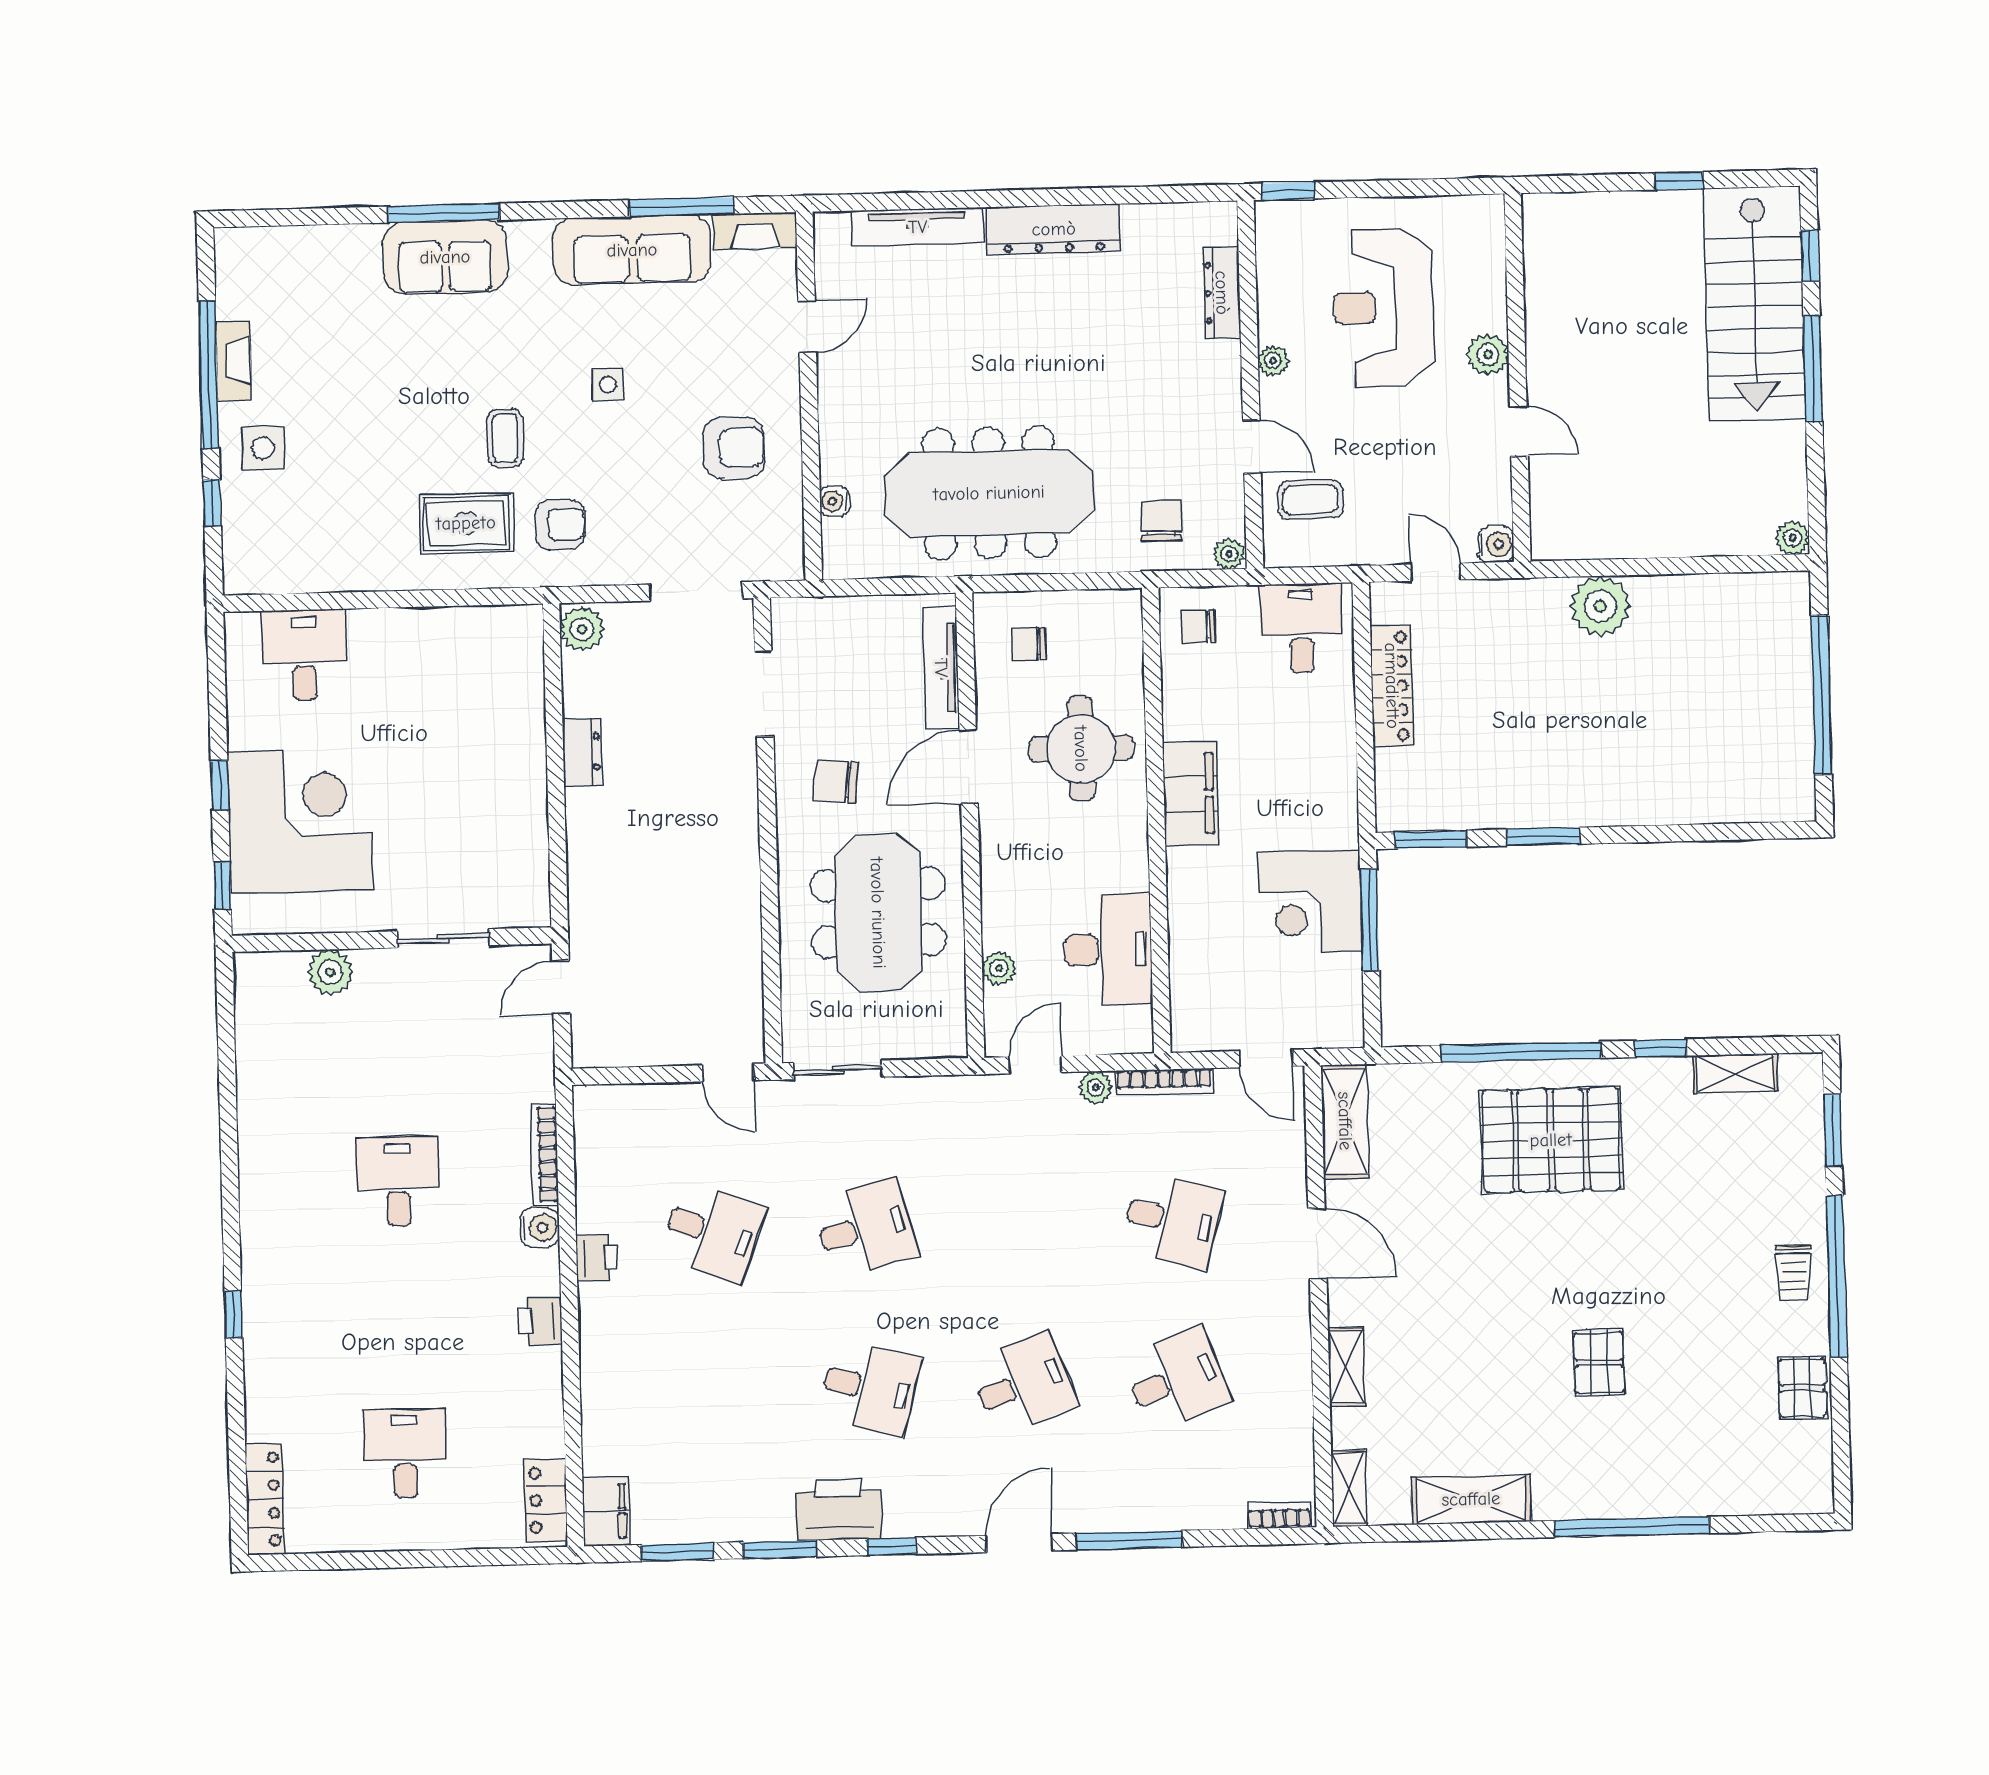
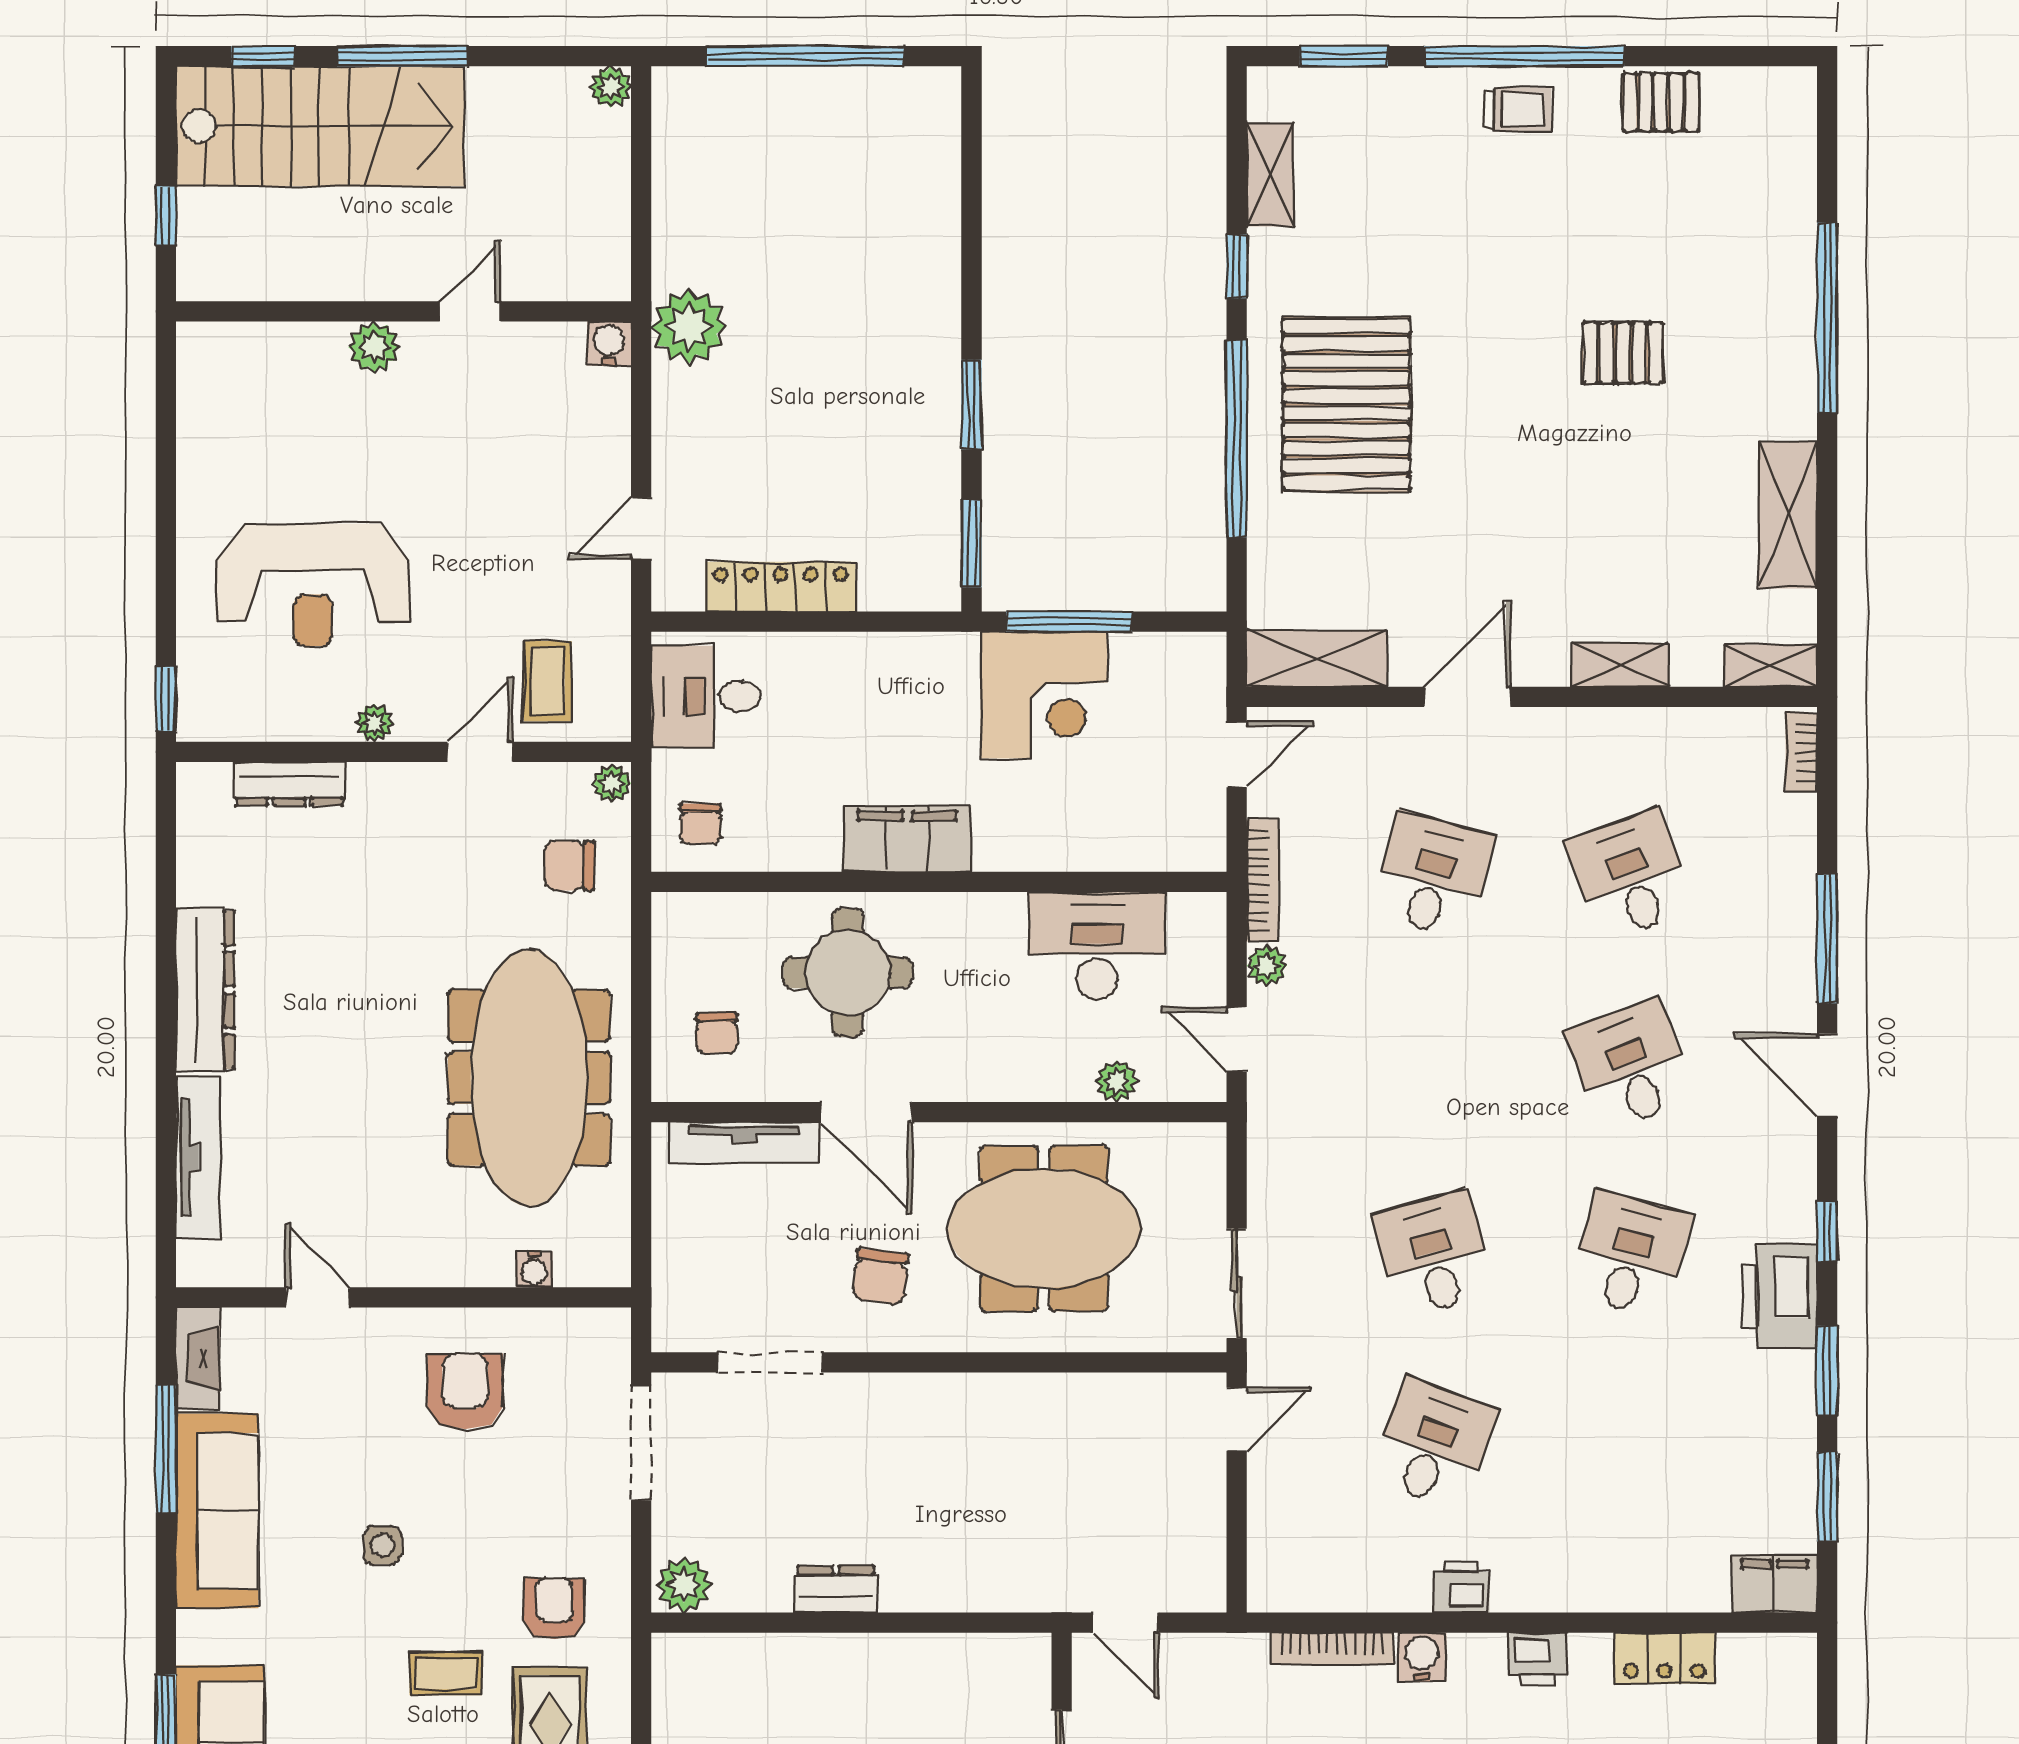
plant: (1488, 354) -> (374, 347), moved
wall: (1517, 377) -> (404, 311), moved
door: (1519, 431) -> (470, 311), moved
water cooler: (1496, 544) -> (609, 344), moved
locker: (546, 1500) -> (1664, 1658), moved

